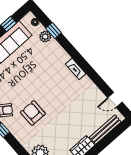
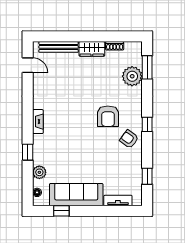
window: (54, 31) -> (28, 152), moved

